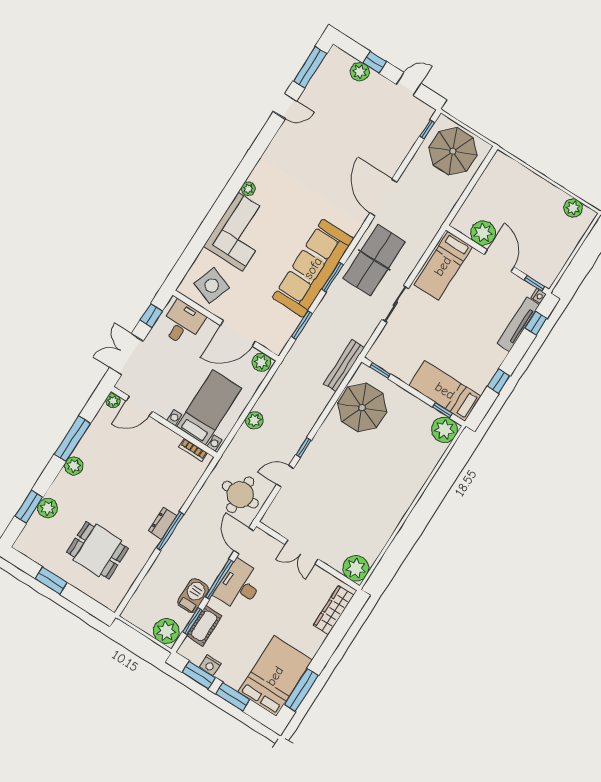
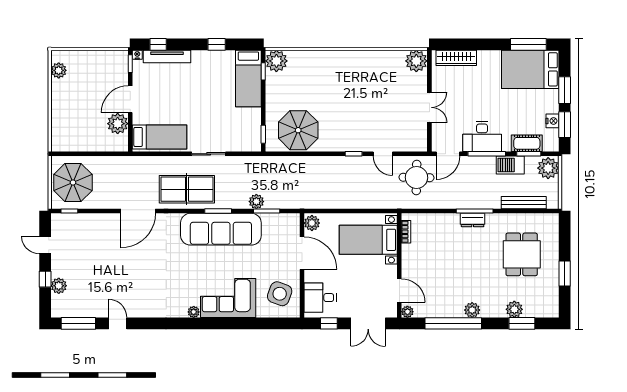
bench: (344, 366) -> (524, 203), moved
plant: (254, 420) -> (256, 202), moved
window: (72, 439) -> (453, 323), width x1.46

